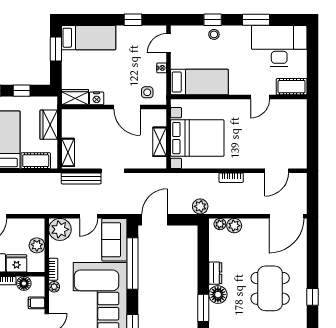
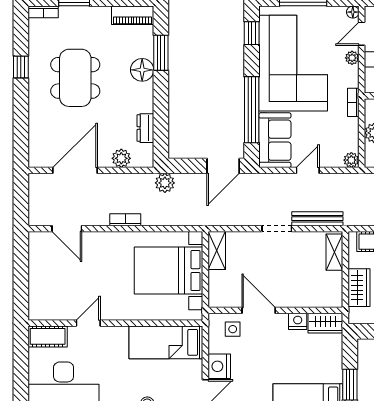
nightstand: (162, 68) -> (219, 366), width x1.89, depth x1.79
shelving: (160, 142) -> (217, 250), moved
door: (277, 171) -> (67, 229), swing flipped
door: (286, 216) -> (75, 170), moved
plant: (220, 224) -> (140, 160), removed
plant: (60, 229) -> (351, 160), width x0.53, depth x0.53
dresser: (215, 273) -> (145, 128), moved
plant: (54, 287) -> (352, 58), moved

